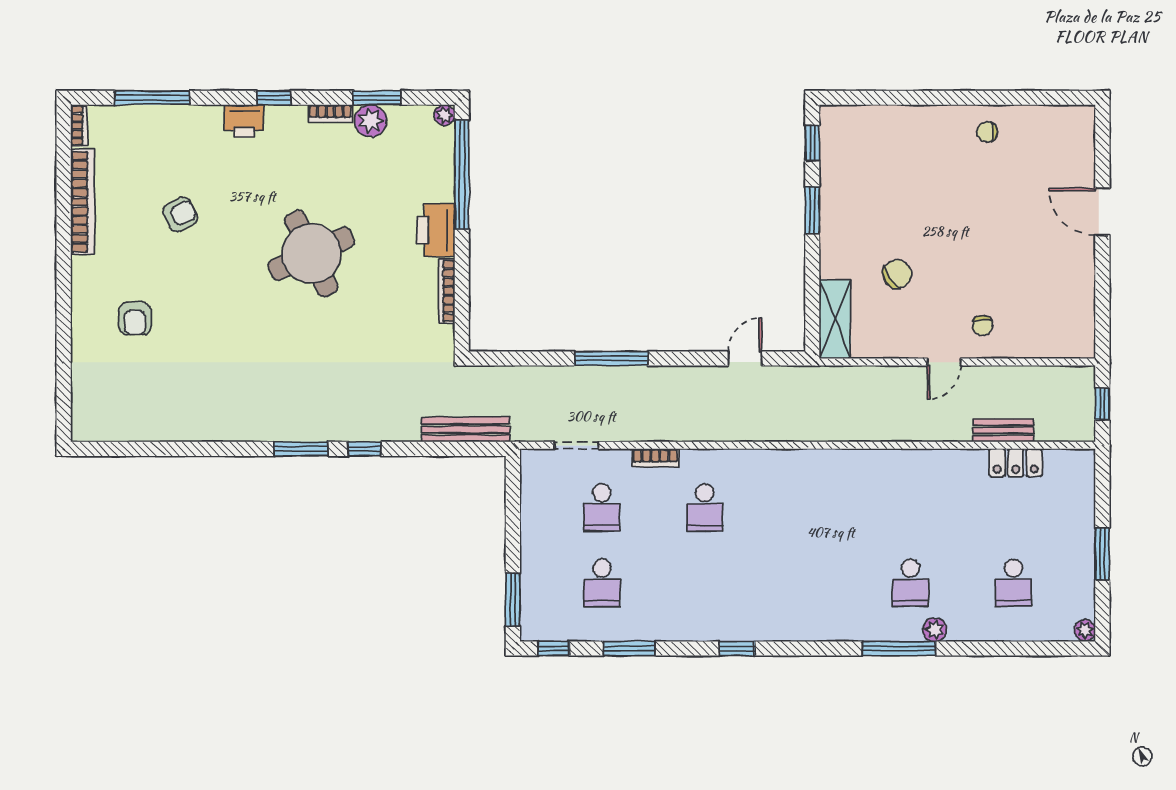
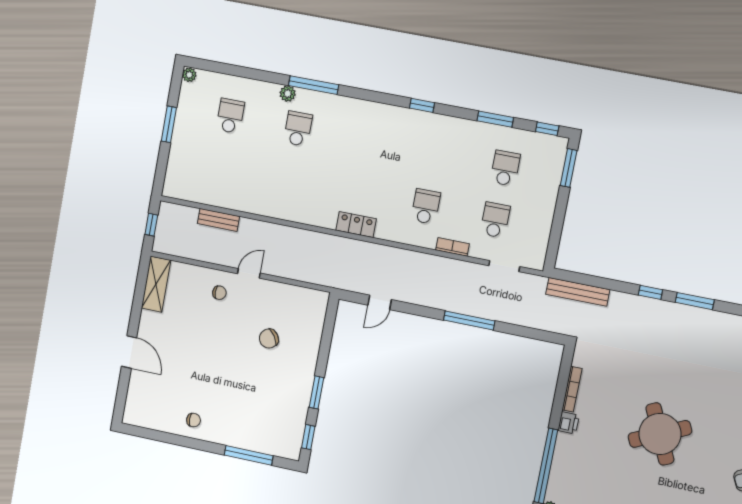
window: (895, 98) -> (249, 455), added
printer: (436, 230) -> (569, 423), width x0.53, depth x0.68
shelving: (835, 319) -> (156, 284), moved
chair: (983, 326) -> (219, 293), turned 90
locker: (1016, 463) -> (356, 225), moved

